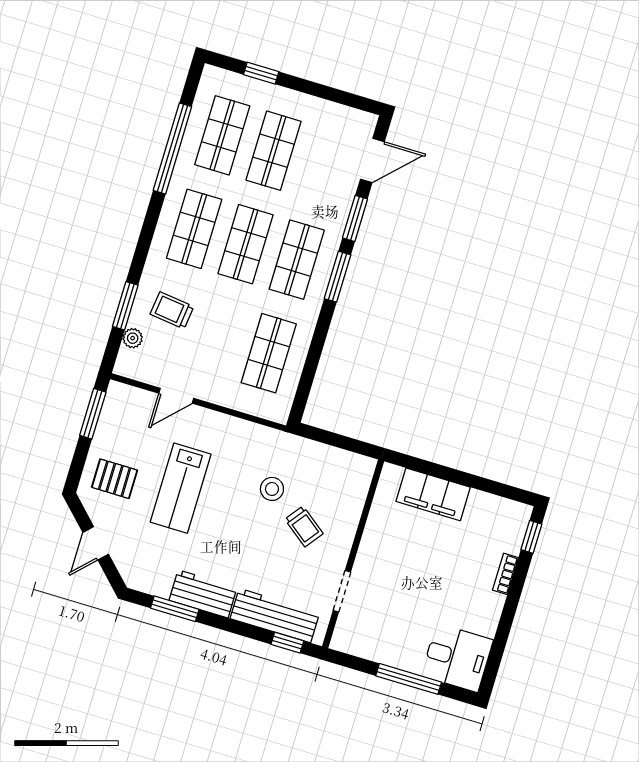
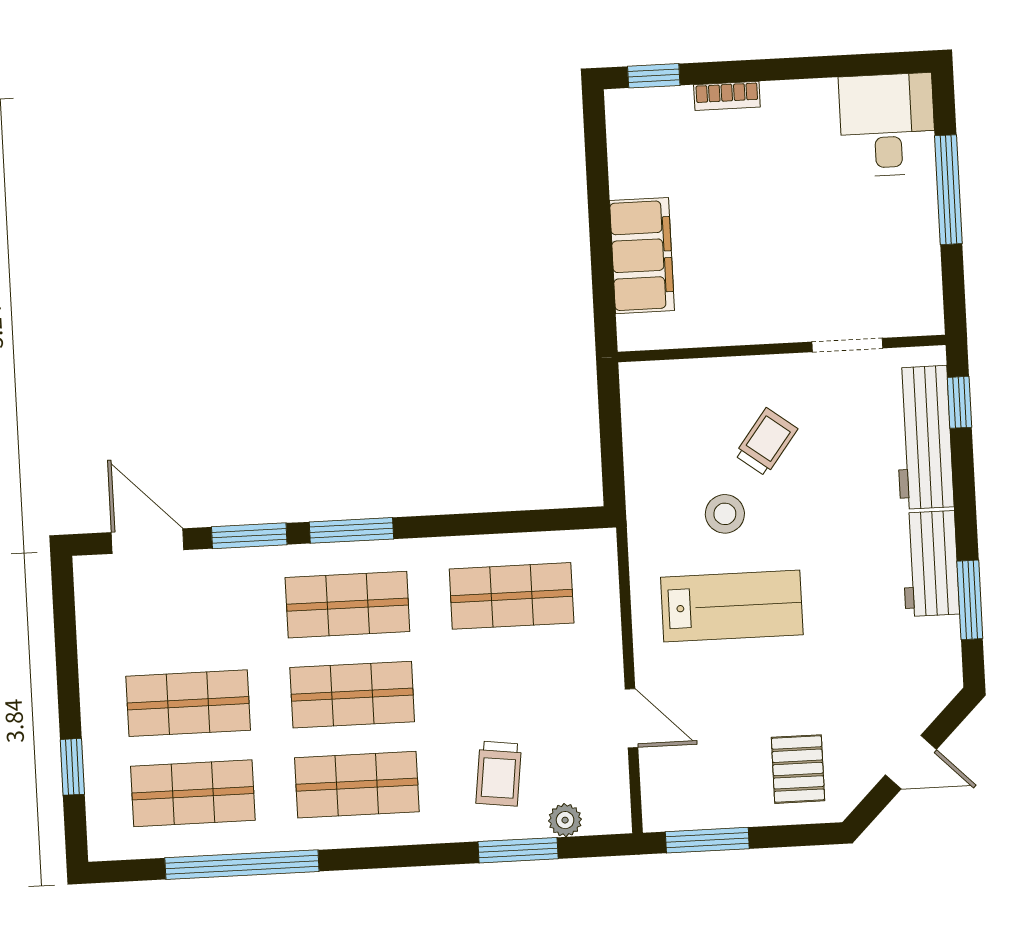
lab bench: (181, 488) -> (732, 606), moved

